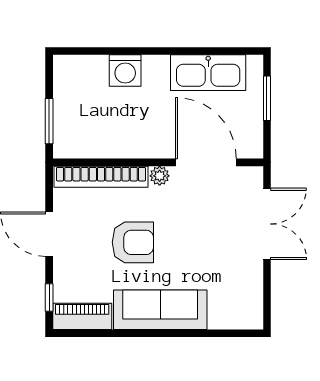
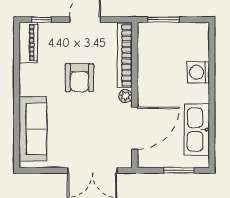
sofa: (160, 310) -> (33, 129), moved

